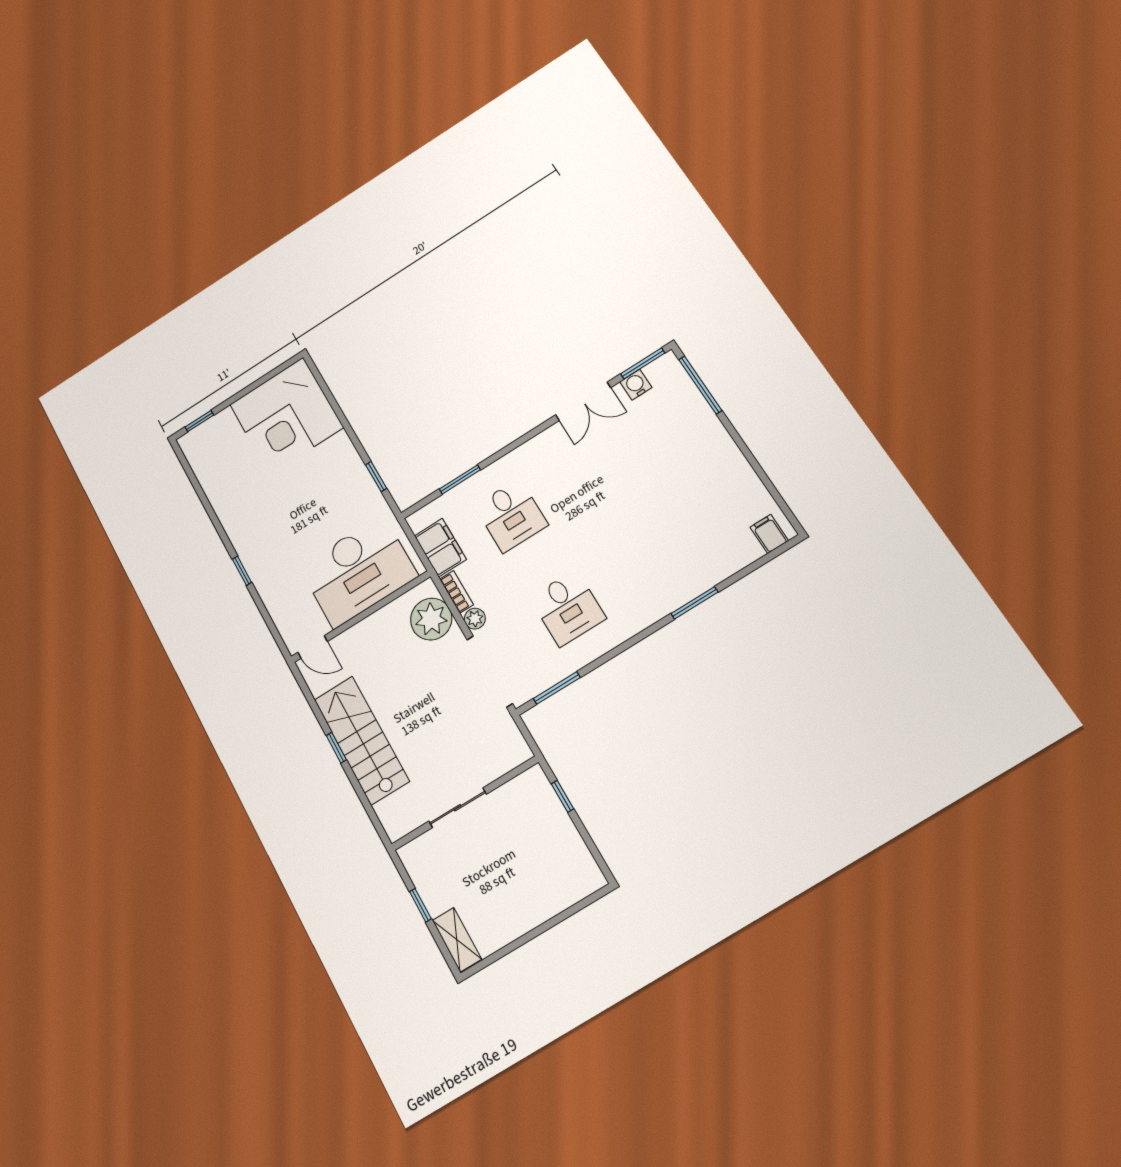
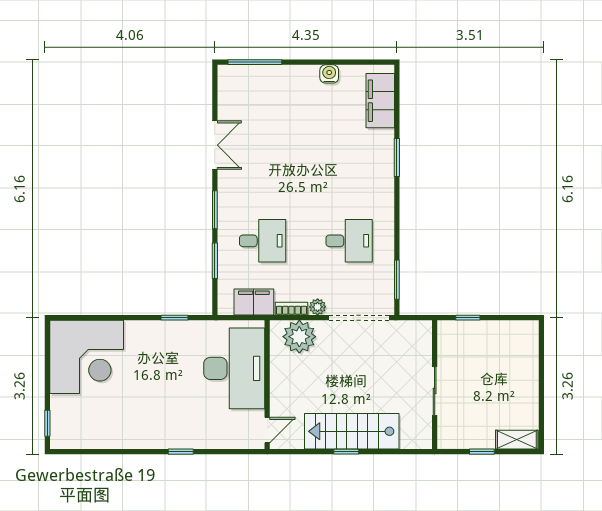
window: (643, 363) -> (215, 210), moved
water cooler: (636, 385) -> (329, 74), moved, turned 90
filing cabinet: (769, 534) -> (380, 101), width x3.00, depth x1.17

